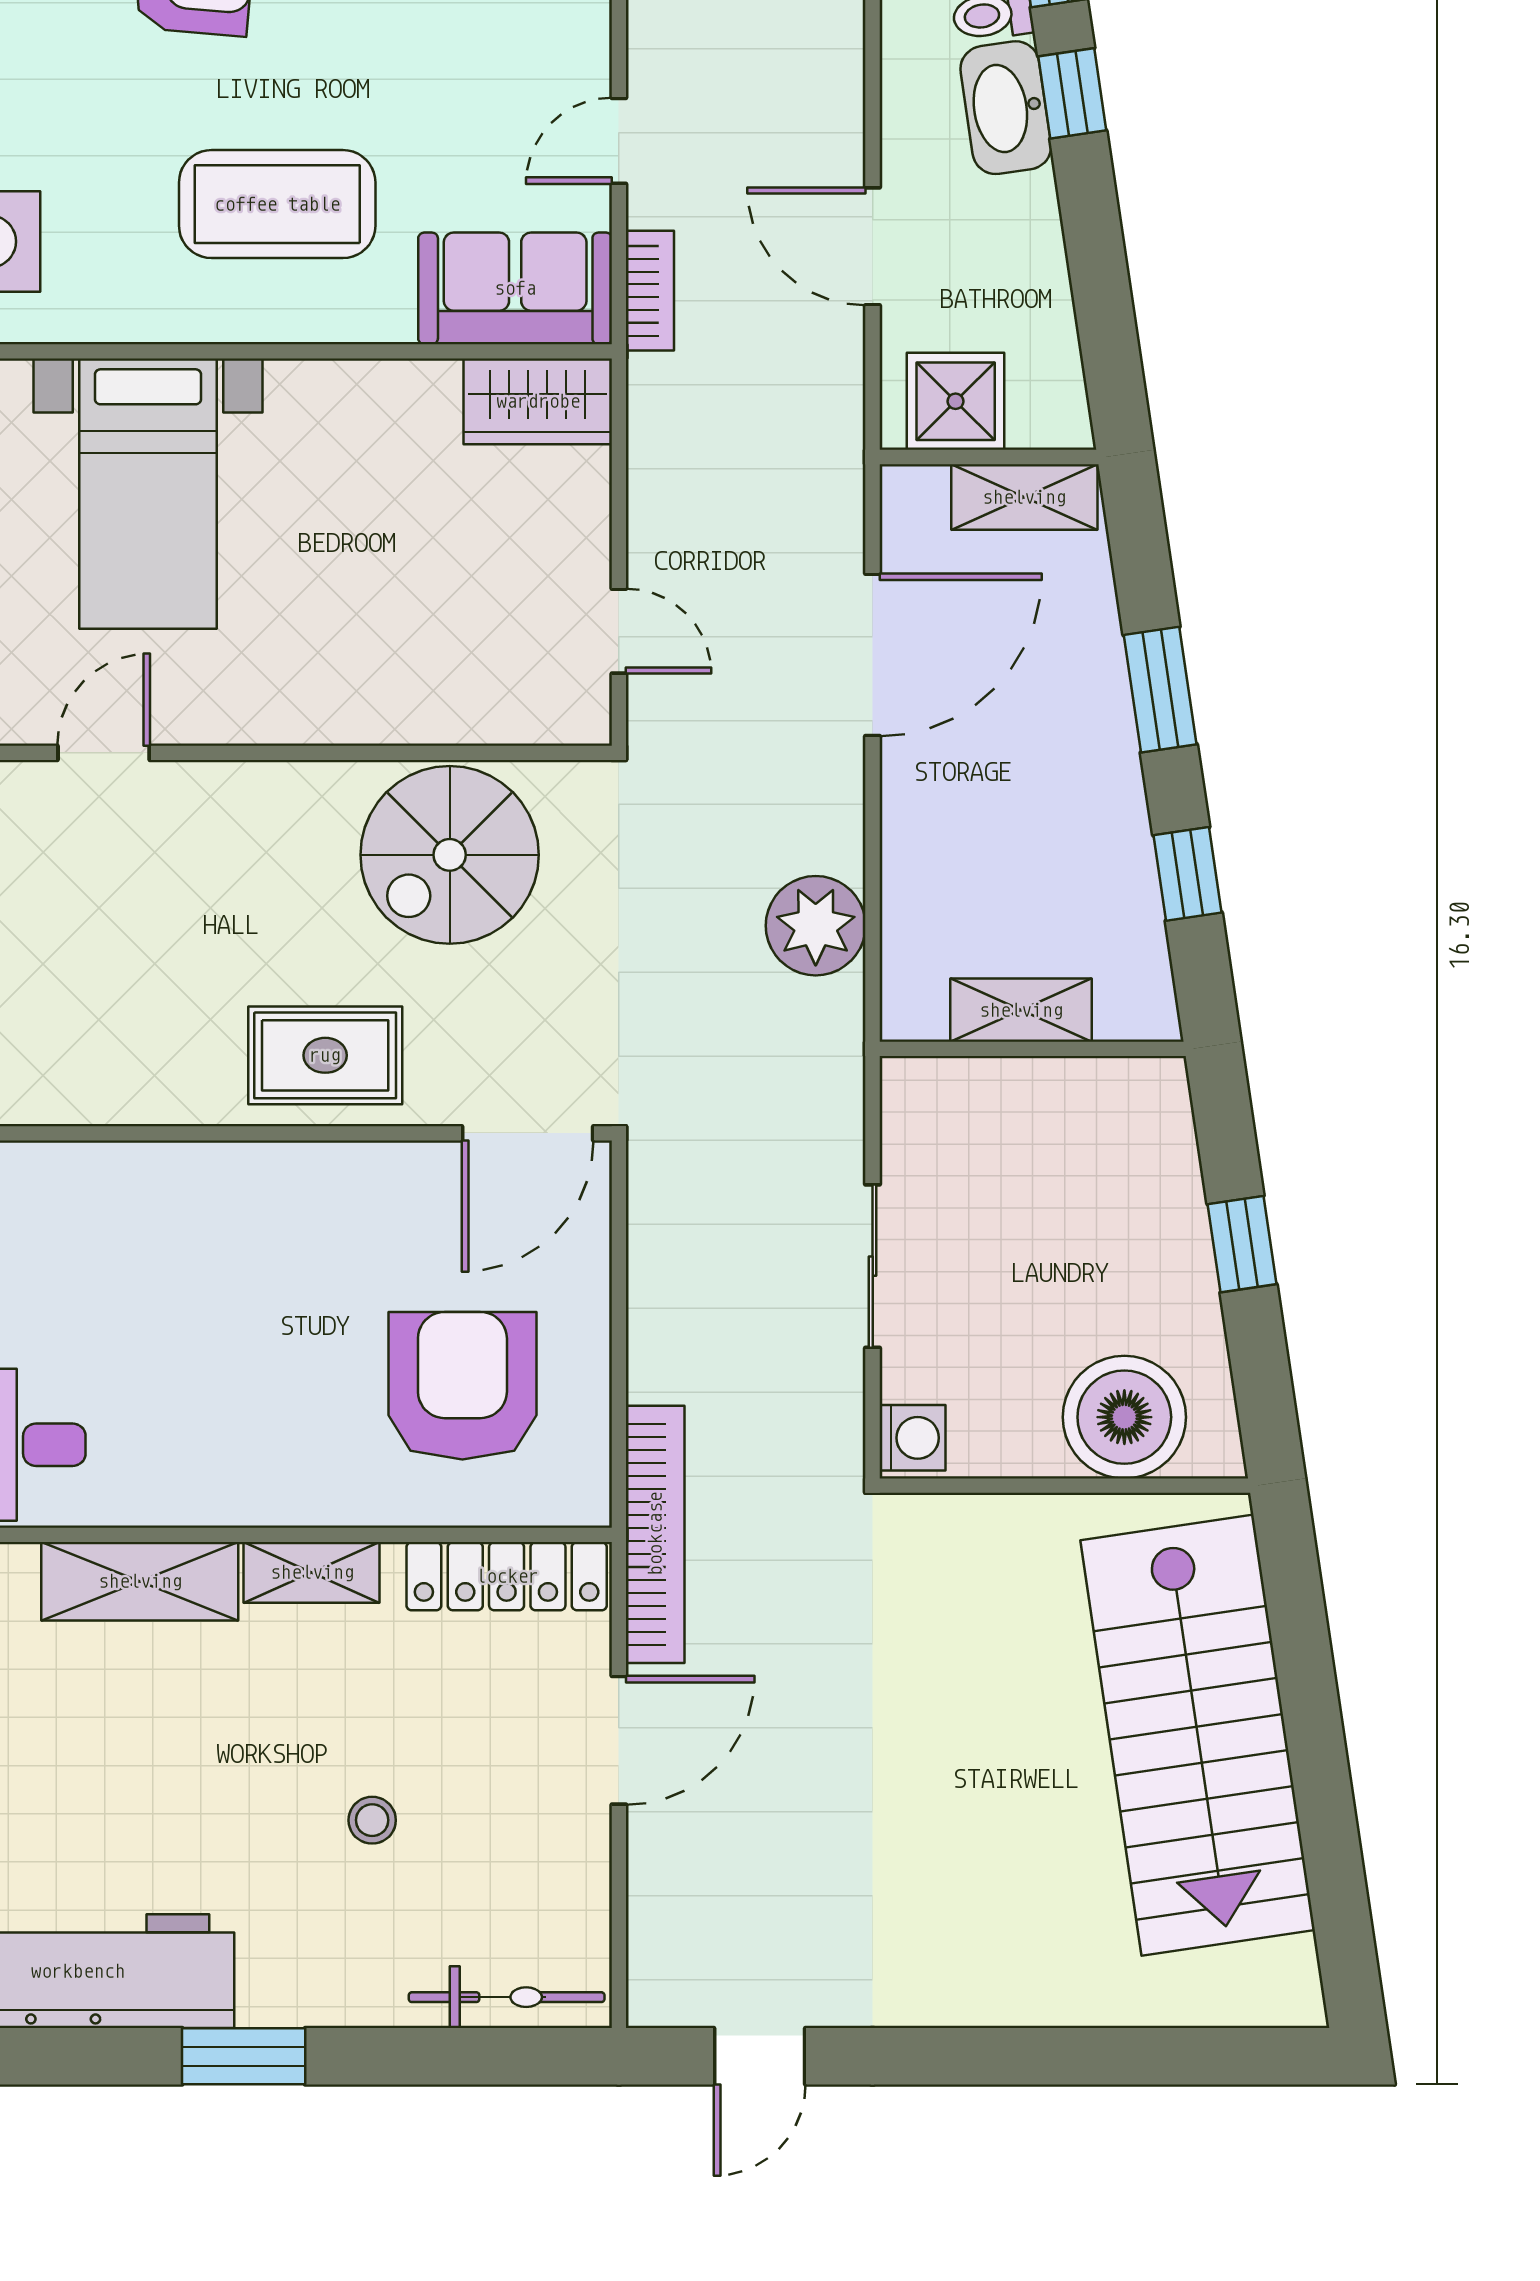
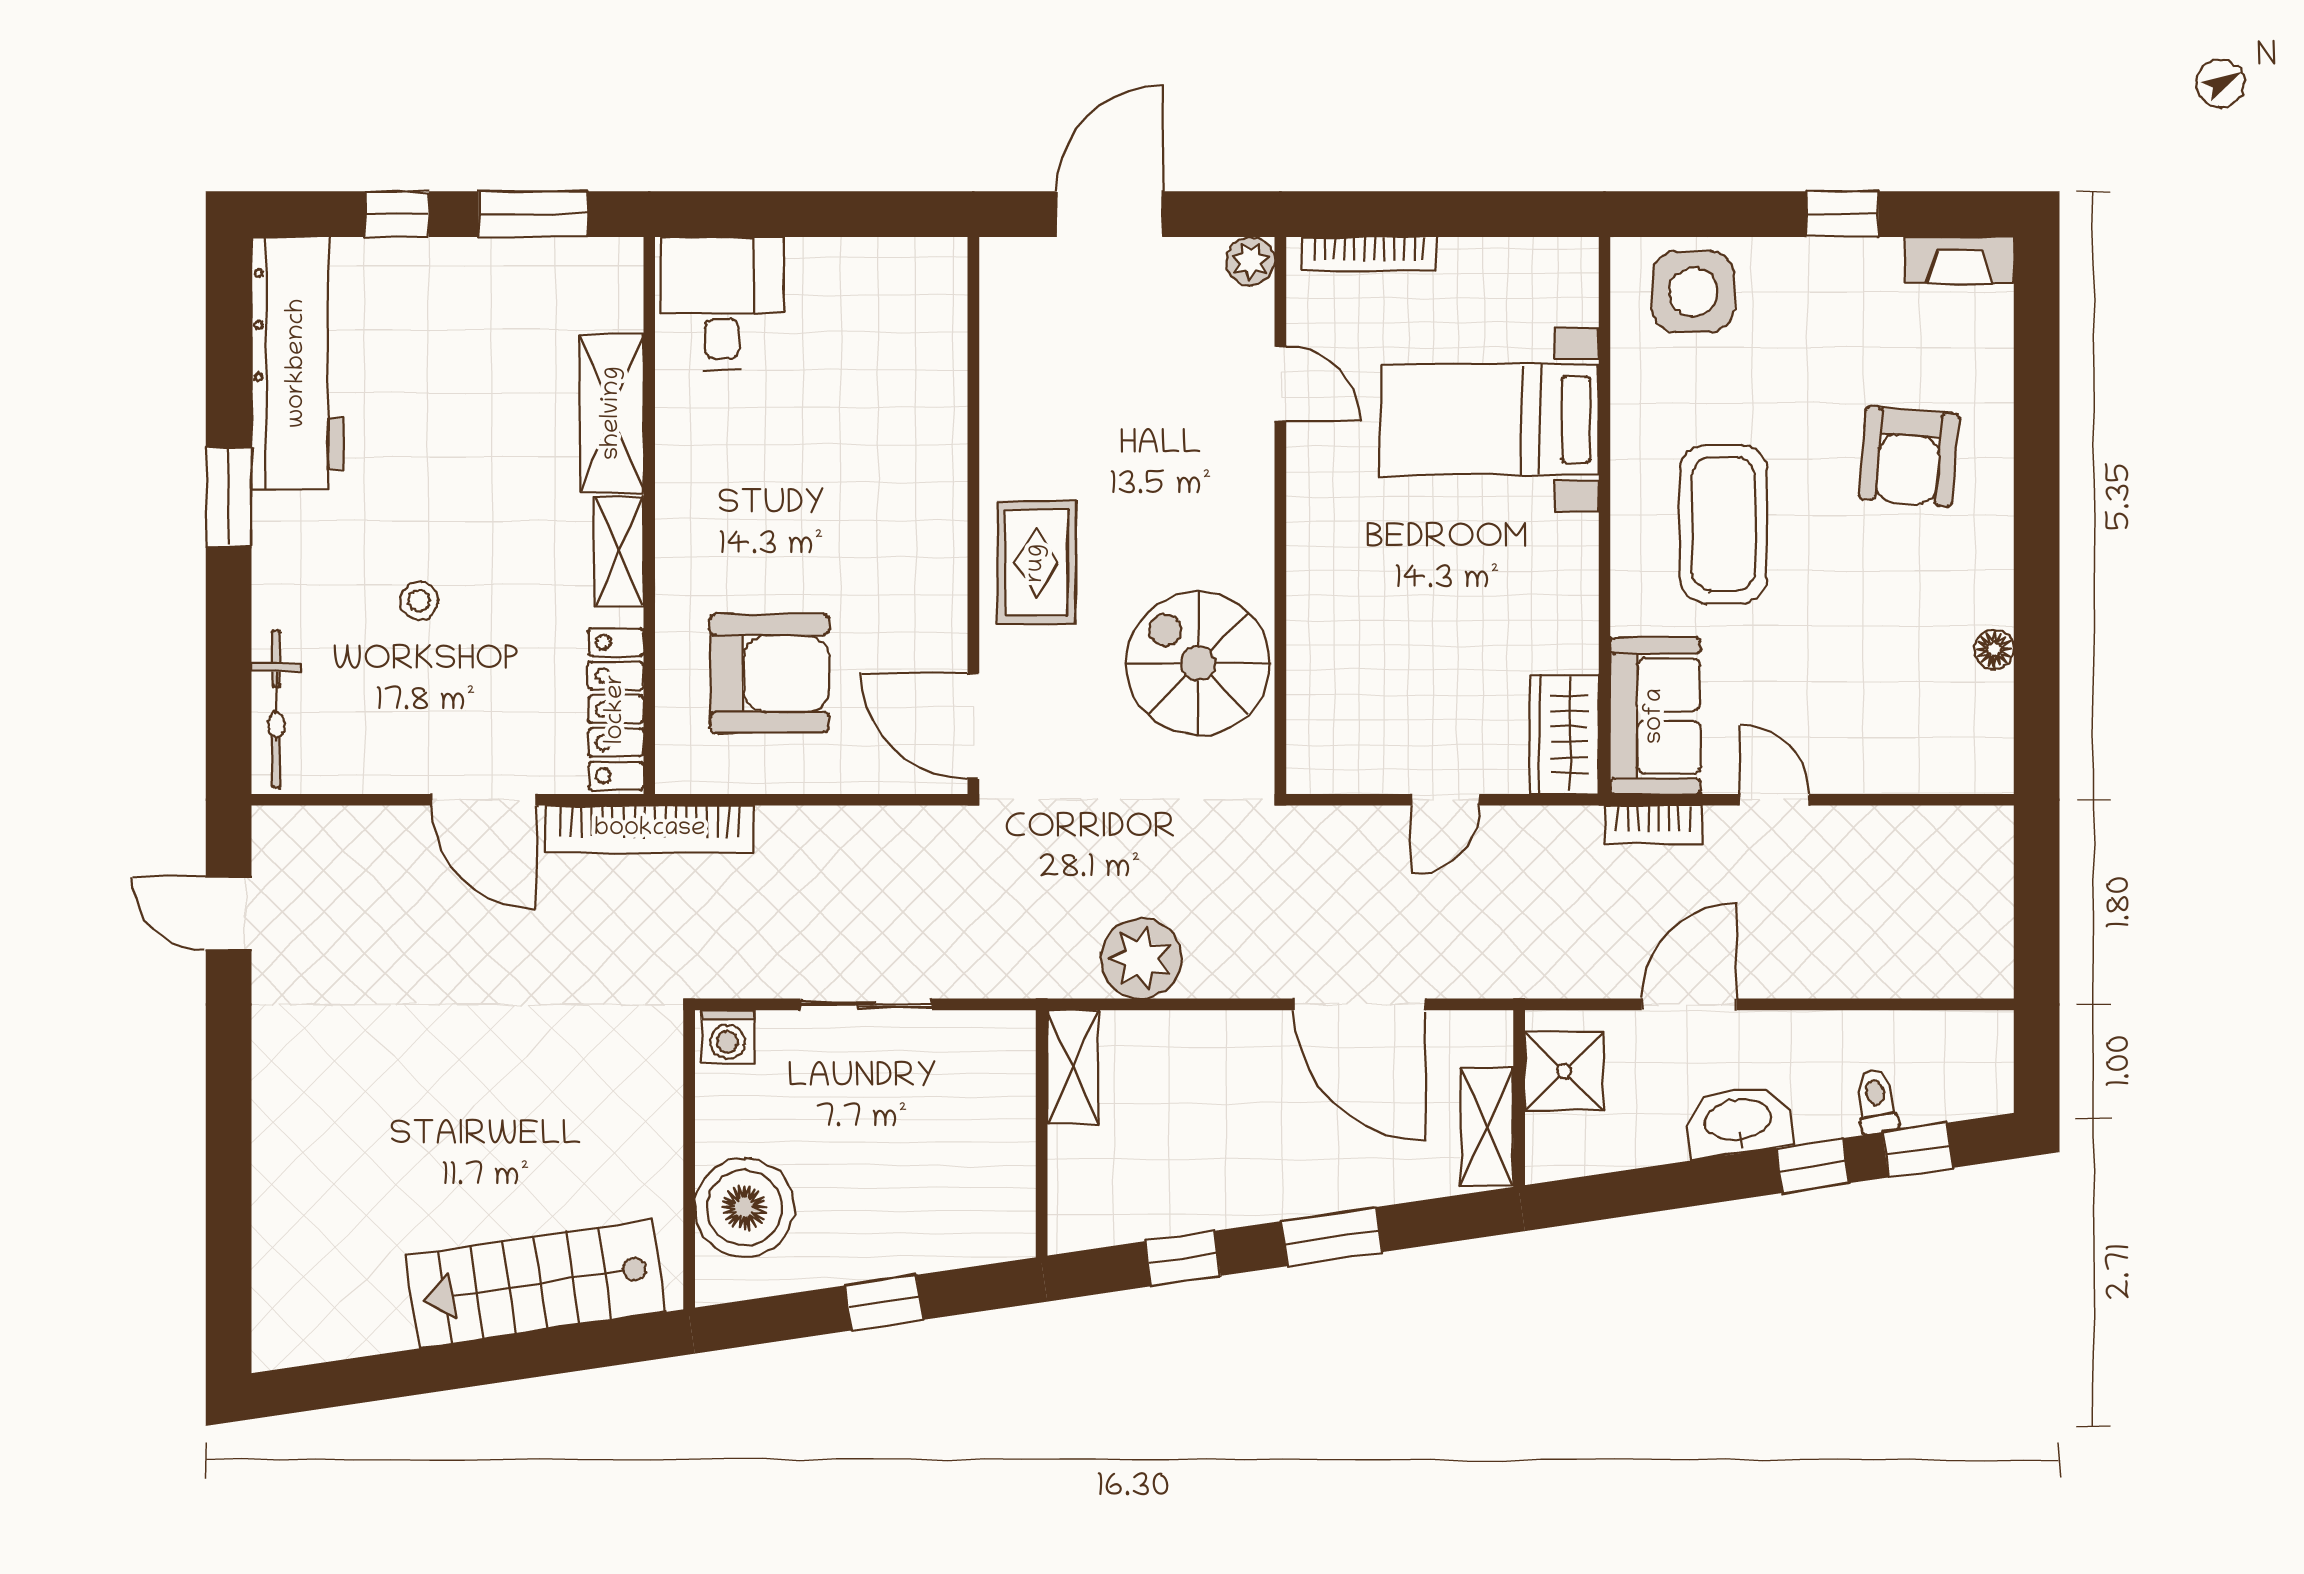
washbasin: (1006, 108) -> (1738, 1121), moved
door: (619, 631) -> (1446, 800), moved
shelving: (1021, 1010) -> (1073, 1067), moved
stairs: (1198, 1735) -> (536, 1284), width x0.73, depth x0.66

